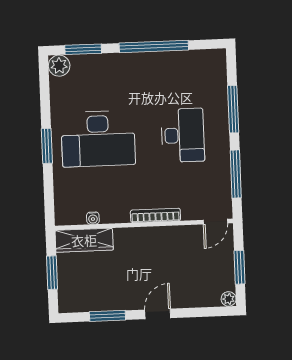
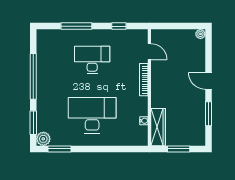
desk: (98, 139) -> (92, 115), turned -90
window: (47, 146) -> (59, 149), moved
window: (236, 174) -> (119, 26), width x0.46
door: (215, 222) -> (149, 52), moved
window: (239, 267) -> (180, 26), removed

